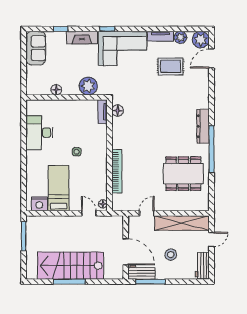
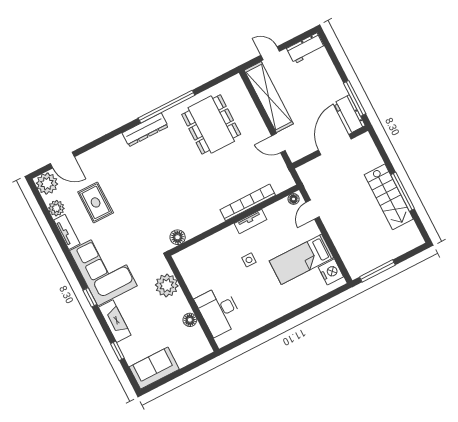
tv unit: (103, 112) -> (250, 222), moved
desk: (39, 133) -> (219, 311), moved, turned 90
stool: (171, 255) -> (312, 91), removed
stairs: (71, 266) -> (389, 197), width x0.73, depth x0.66

